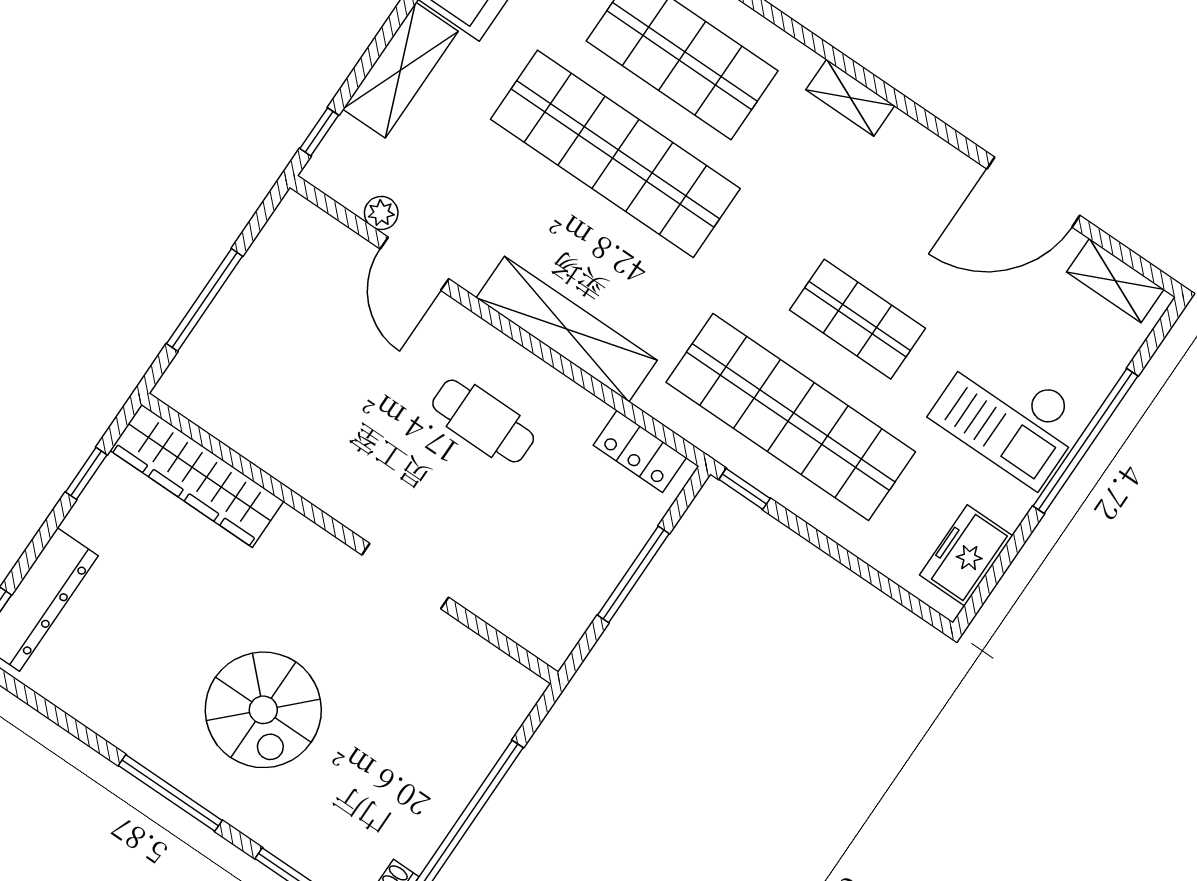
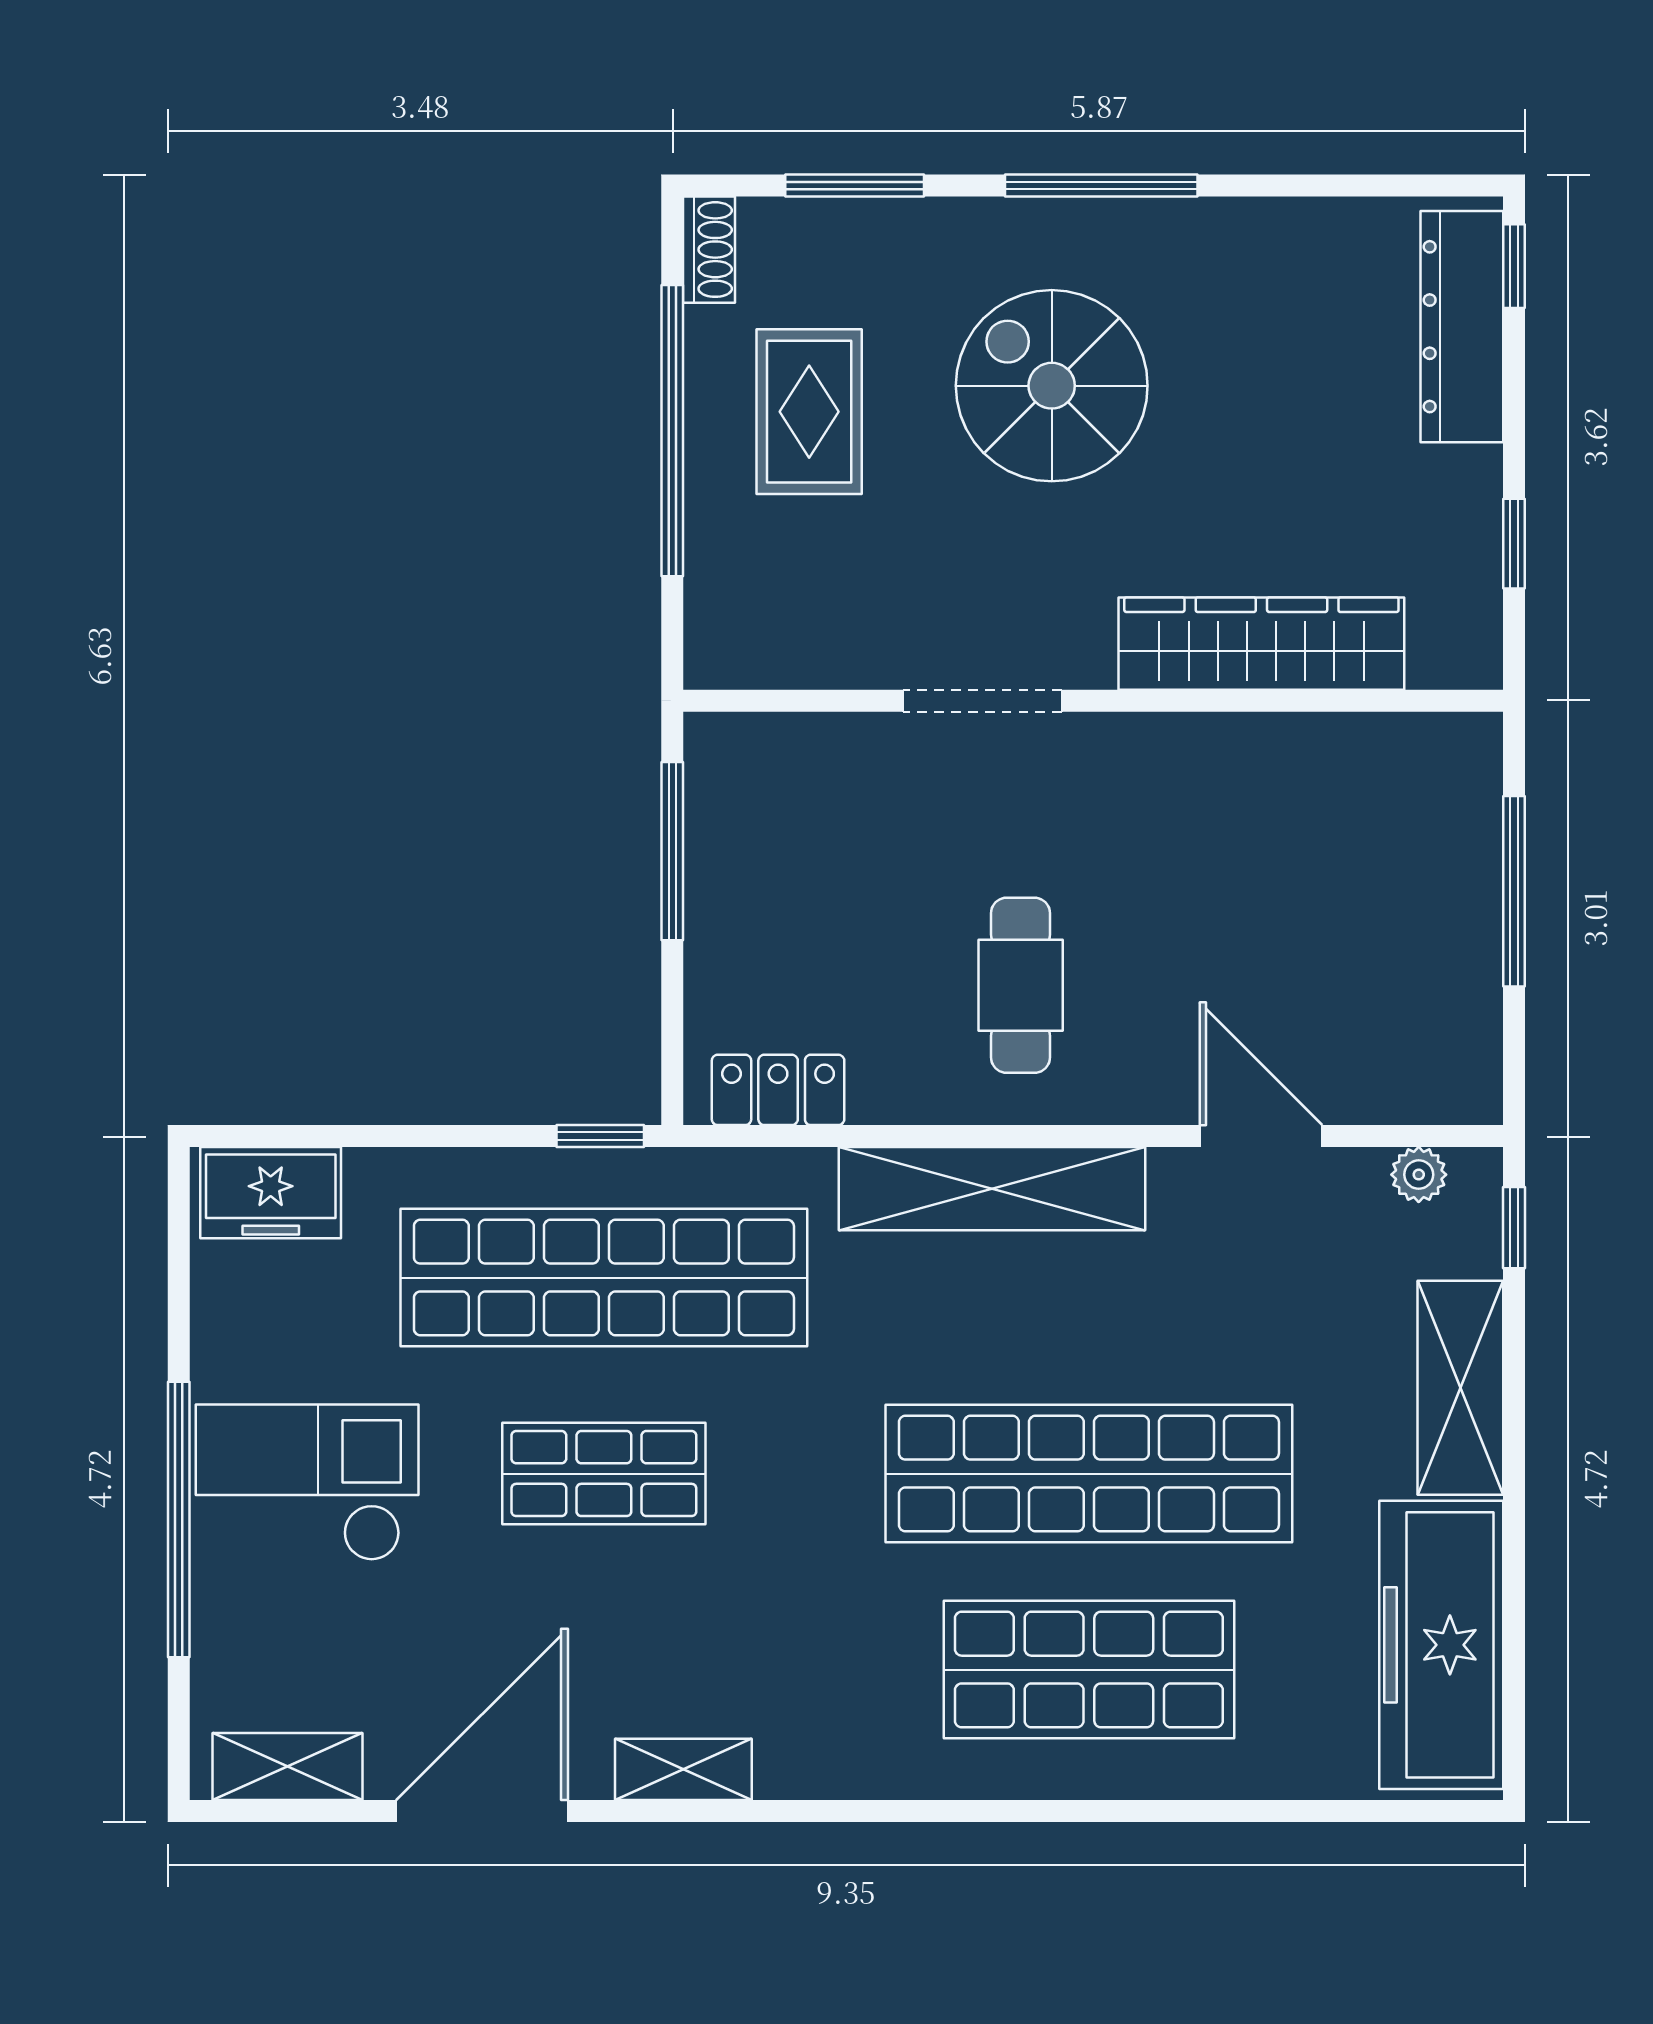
shelving: (850, 98) -> (683, 1769), moved
plant: (381, 213) -> (1419, 1175), moved
cafe table: (483, 421) -> (1021, 985), turned 90
wardrobe: (197, 476) -> (1261, 644), moved
freezer: (966, 555) -> (271, 1193), moved, turned 90
window: (633, 574) -> (672, 851), moved
rug: (393, 779) -> (809, 412), added

